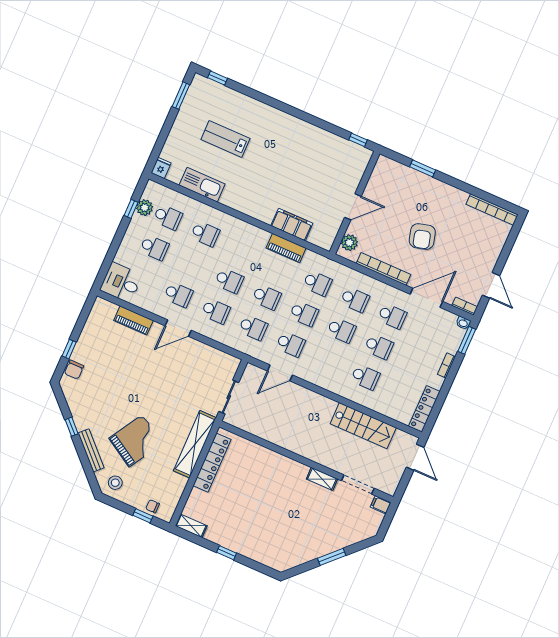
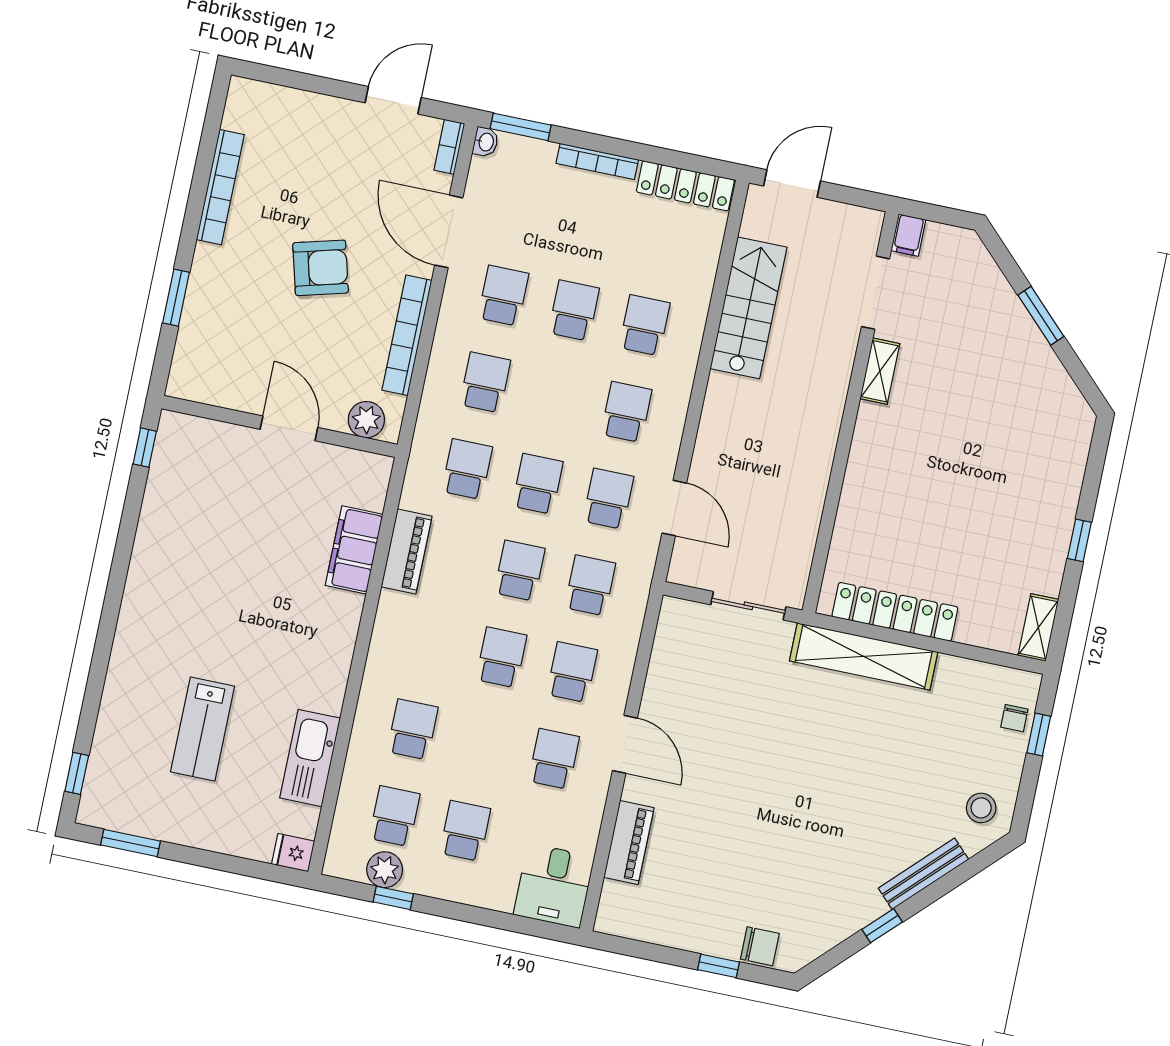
bookcase: (492, 209) -> (220, 187), moved
school desk: (341, 330) -> (626, 412), moved
bookcase: (446, 365) -> (597, 161), width x1.56
grand piano: (136, 441) -> (883, 783), removed

